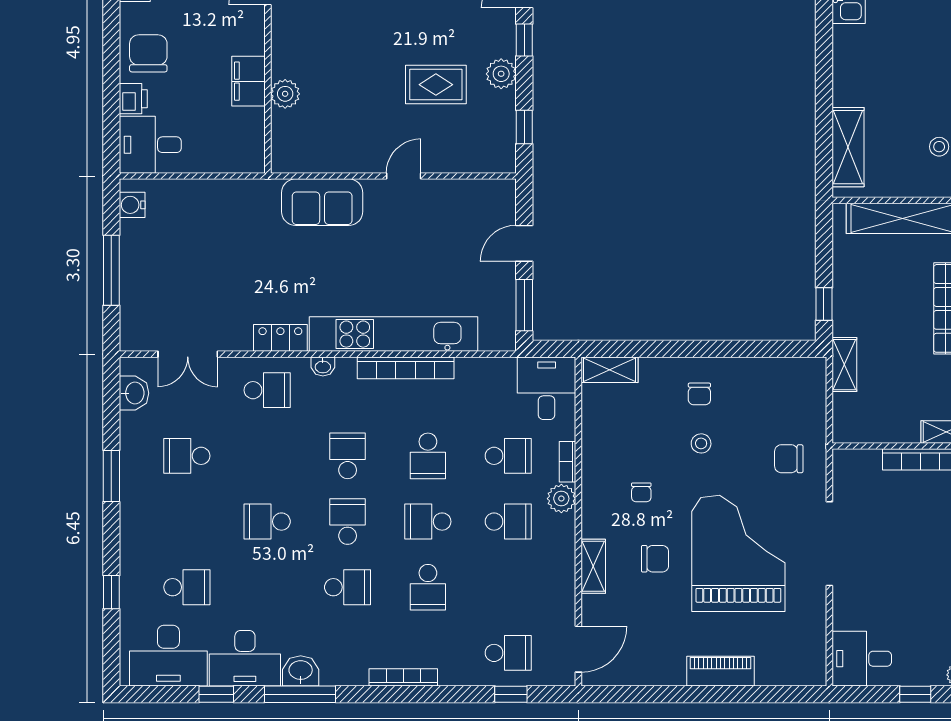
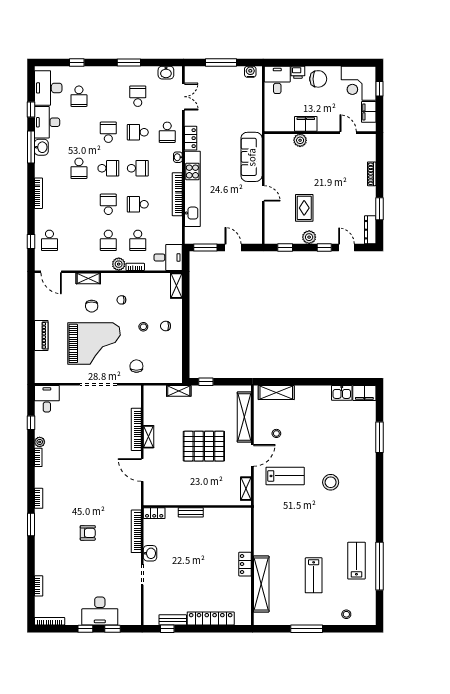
sofa: (322, 202) -> (252, 157), width x1.36
double door: (188, 354) -> (183, 97), swing flipped
school desk: (428, 587) -> (138, 132), moved

